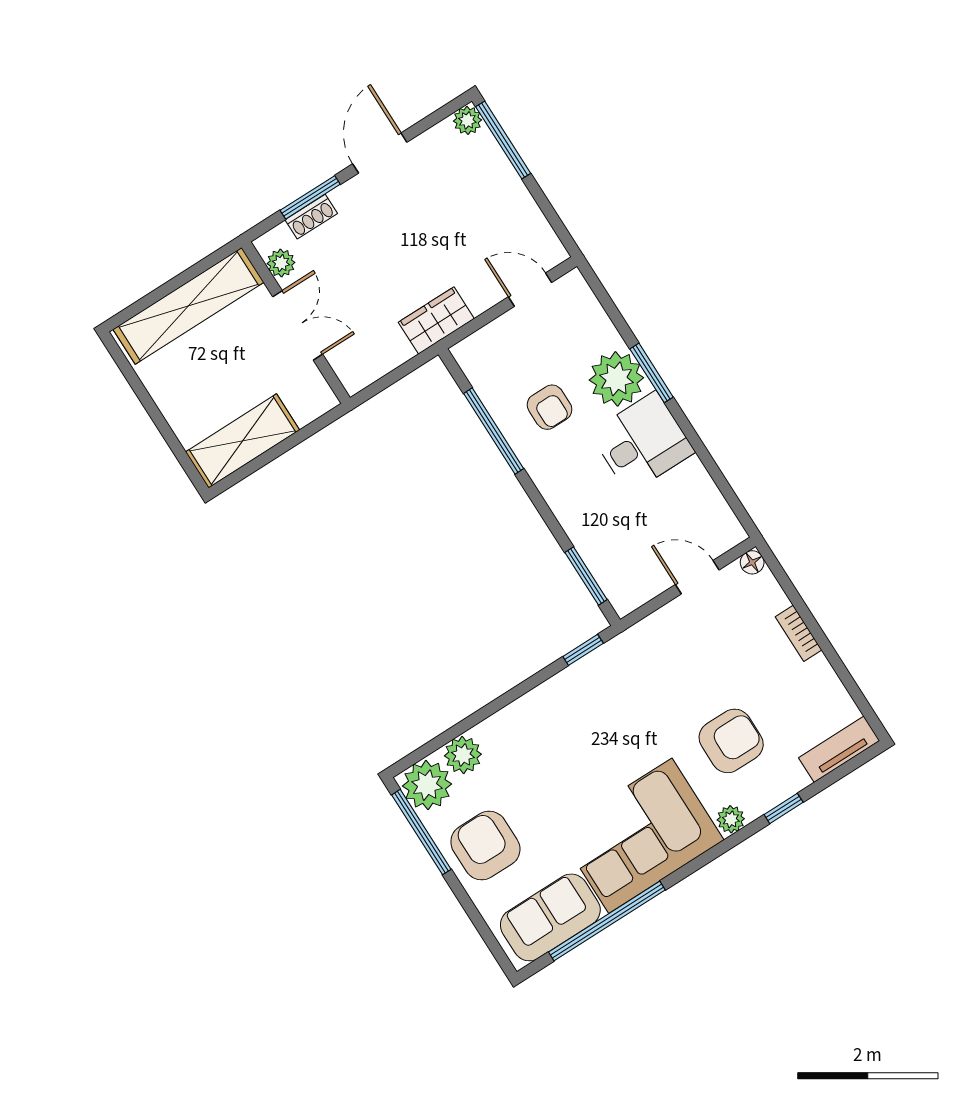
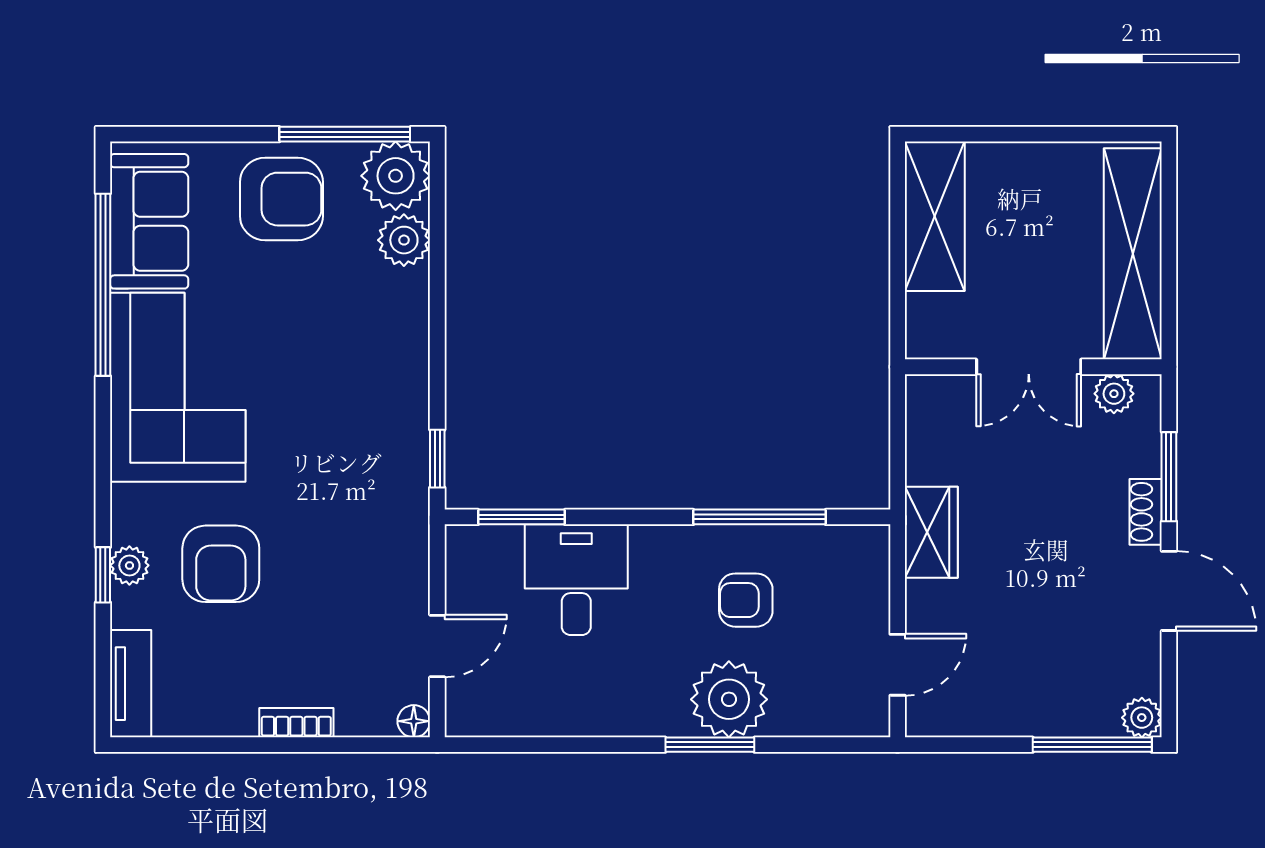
shoe rack: (311, 217) -> (1146, 512), moved
desk: (642, 443) -> (576, 580), moved, turned 180
plant: (731, 819) -> (129, 565), moved

